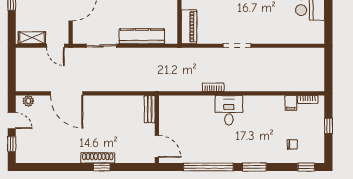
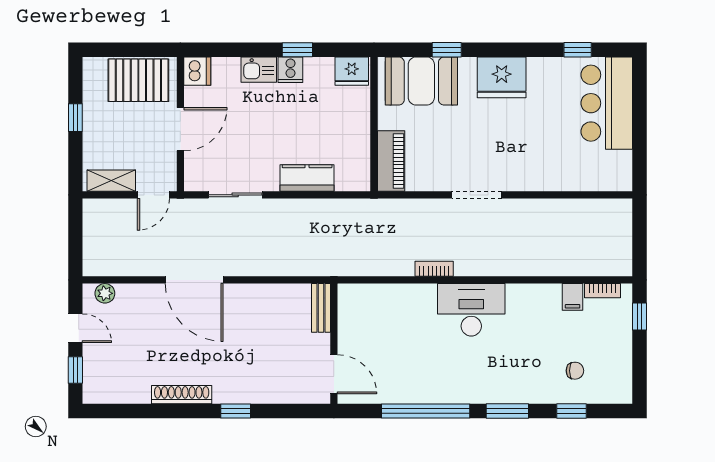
kitchen counter: (142, 36) -> (307, 178), width x0.67
door: (56, 46) -> (153, 195), hinge flipped
door: (67, 93) -> (194, 280), moved
desk: (229, 110) -> (471, 310), width x1.37
window: (328, 126) -> (640, 317), moved
shoe rack: (98, 158) -> (182, 395), moved
window: (306, 167) -> (572, 411), moved

